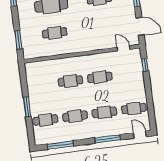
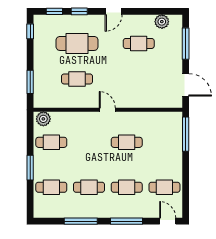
door: (124, 48) -> (107, 110), moved
window: (145, 65) -> (186, 134), width x2.17
plant: (32, 67) -> (43, 119), added
cafe table: (70, 81) -> (51, 142), moved
window: (60, 145) -> (81, 221), moved

